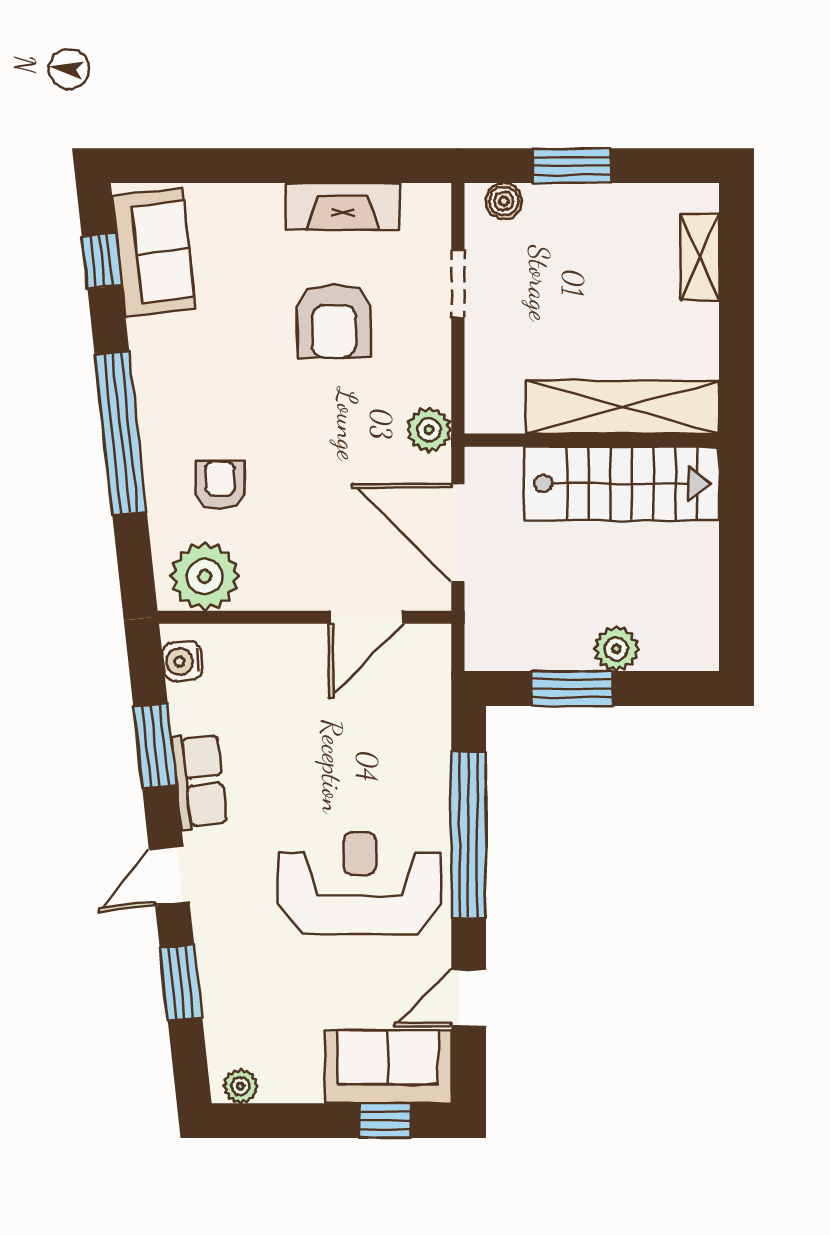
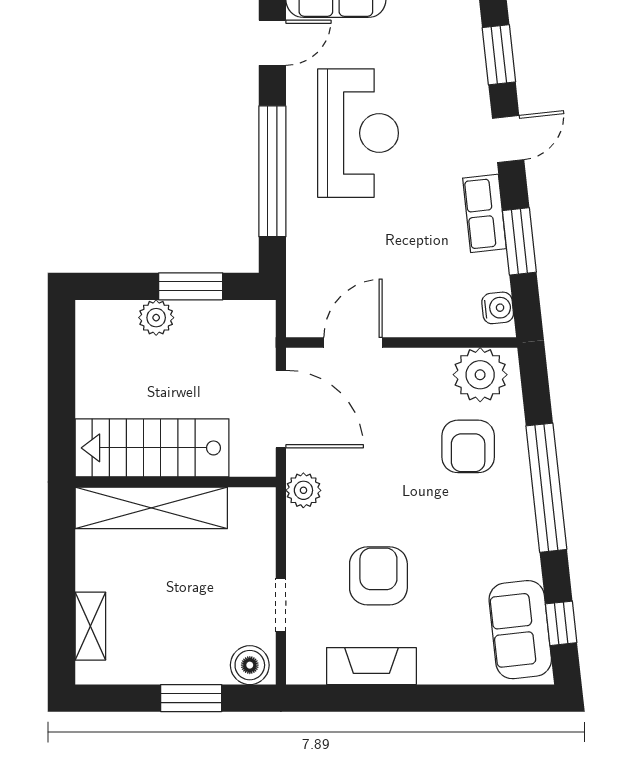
boiler: (504, 201) -> (250, 665), width x1.36, depth x1.36
armchair: (220, 485) -> (468, 446), width x1.38, depth x1.38
reception desk: (360, 883) -> (358, 133), turned -90

